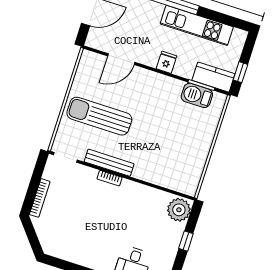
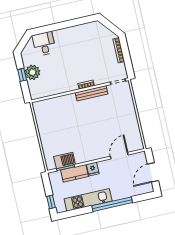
window: (240, 72) -> (51, 202), moved
kitchen counter: (213, 77) -> (75, 173), moved
sun lounger: (99, 116) -> (113, 116), removed
plant: (179, 210) -> (32, 72), moved

